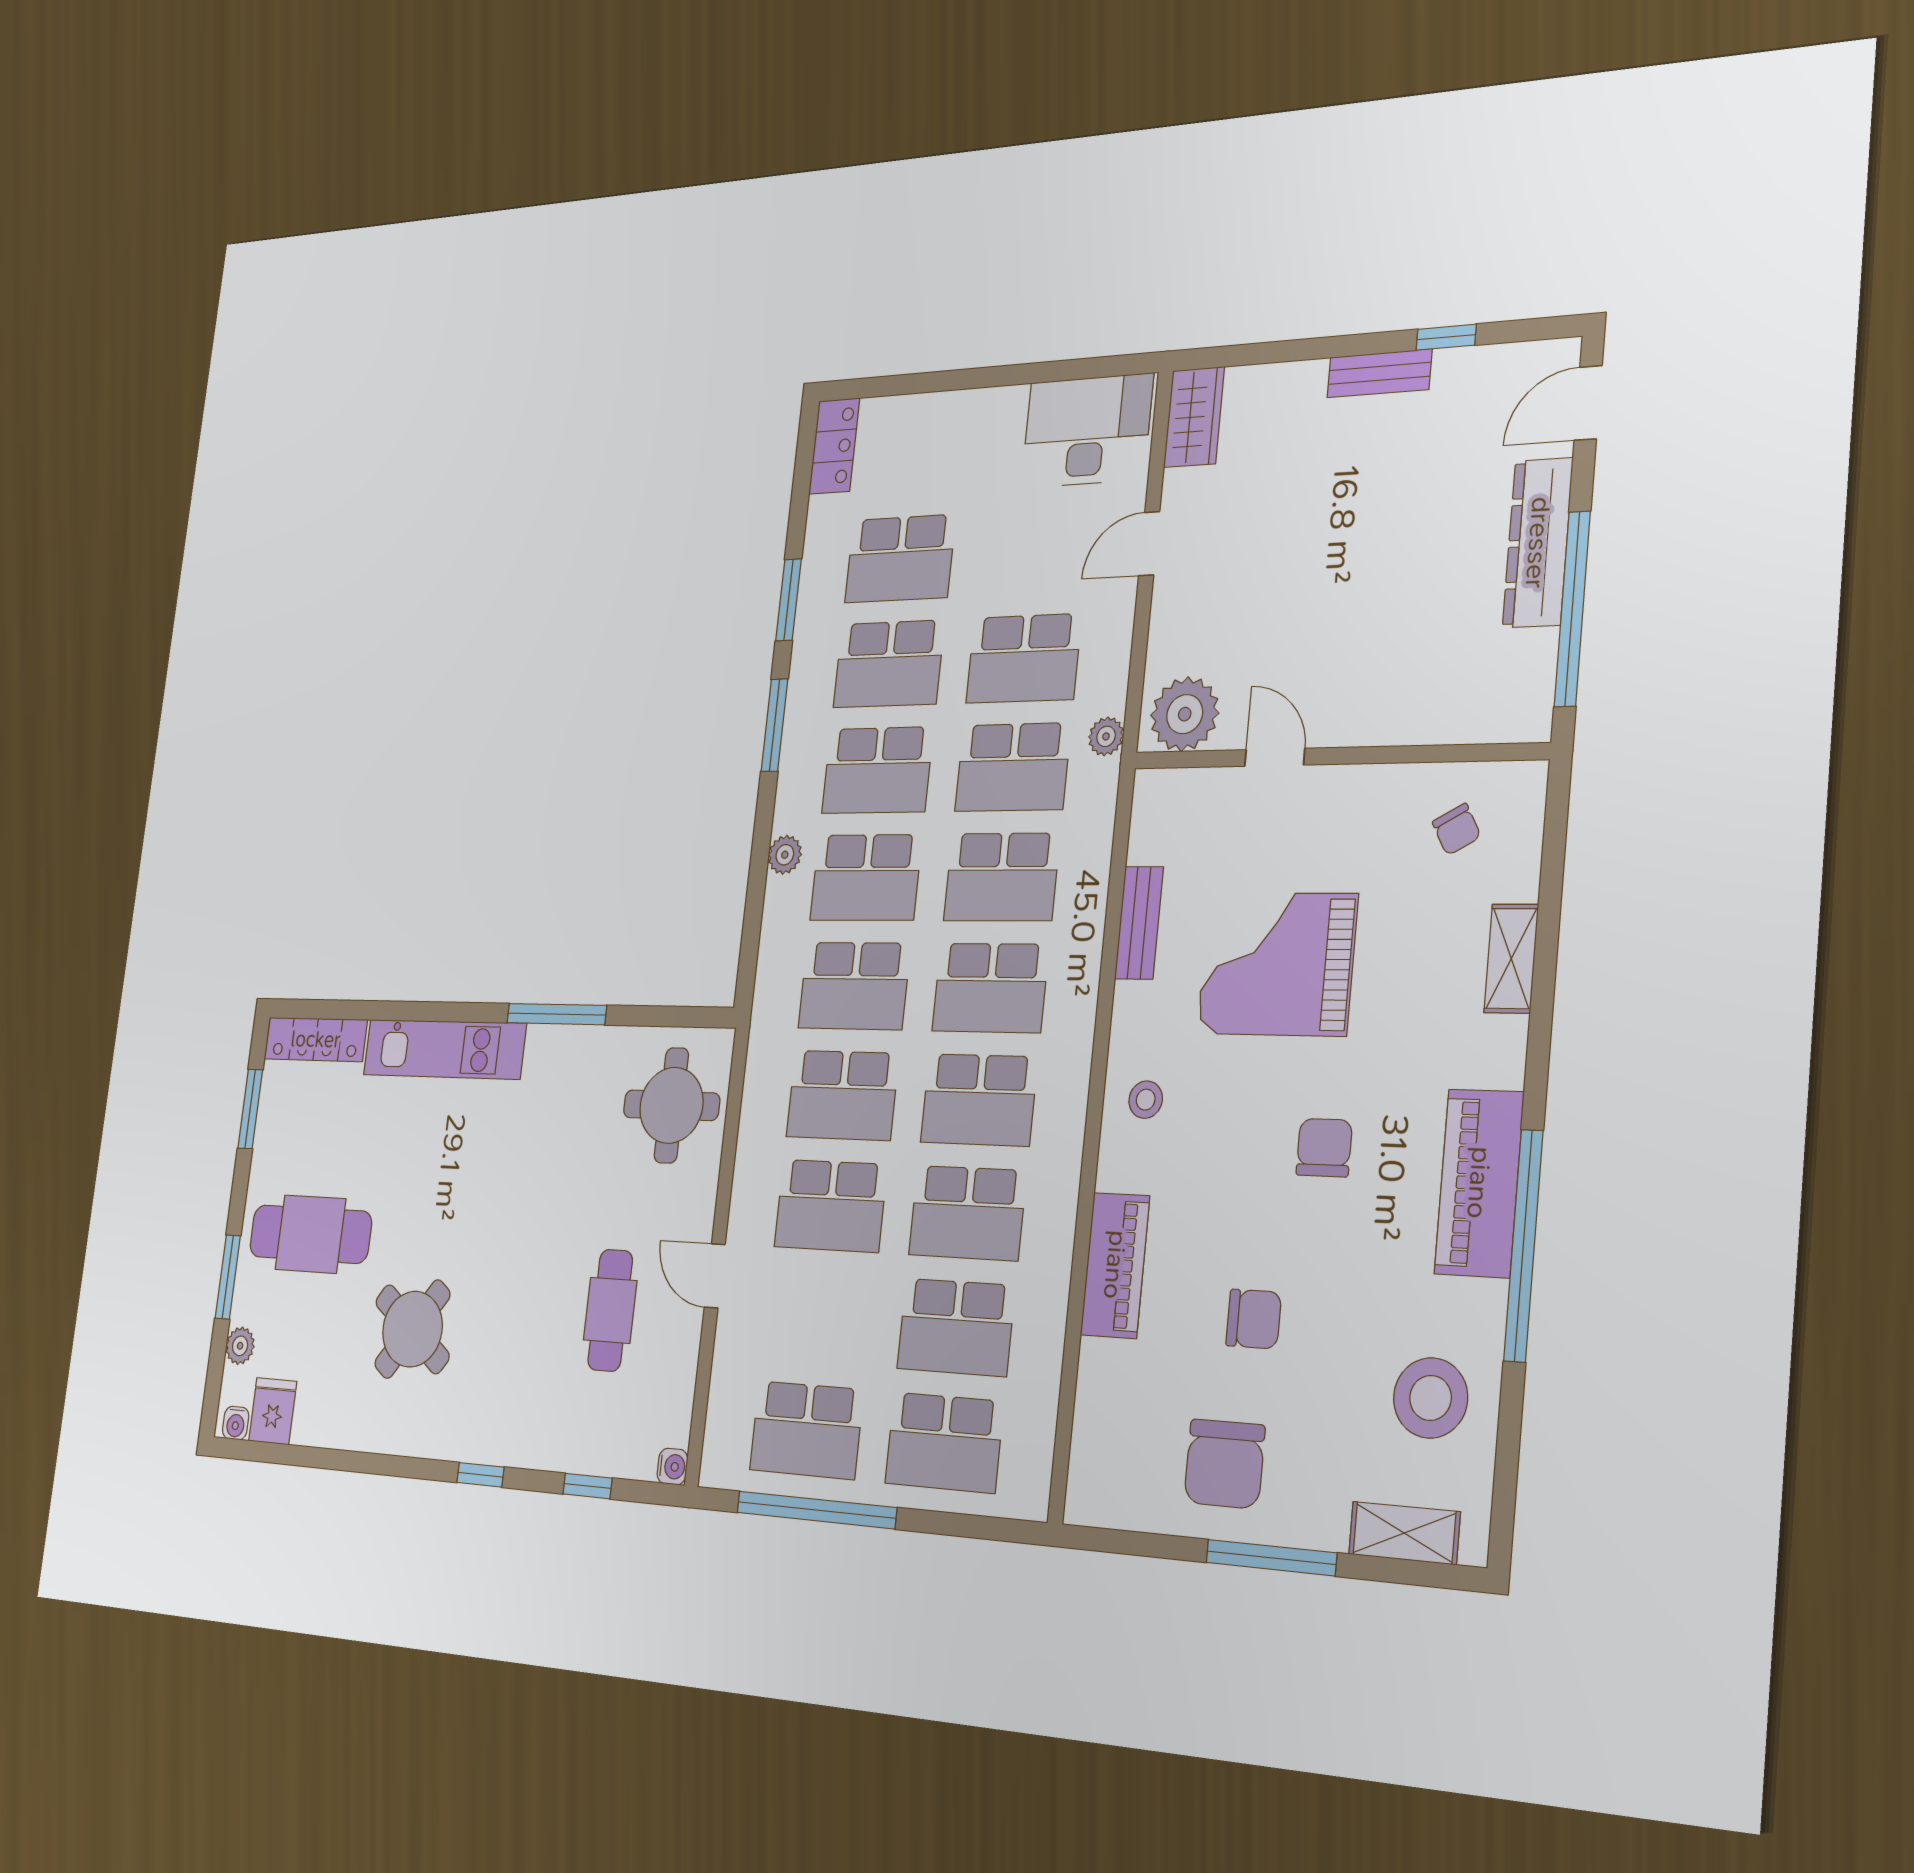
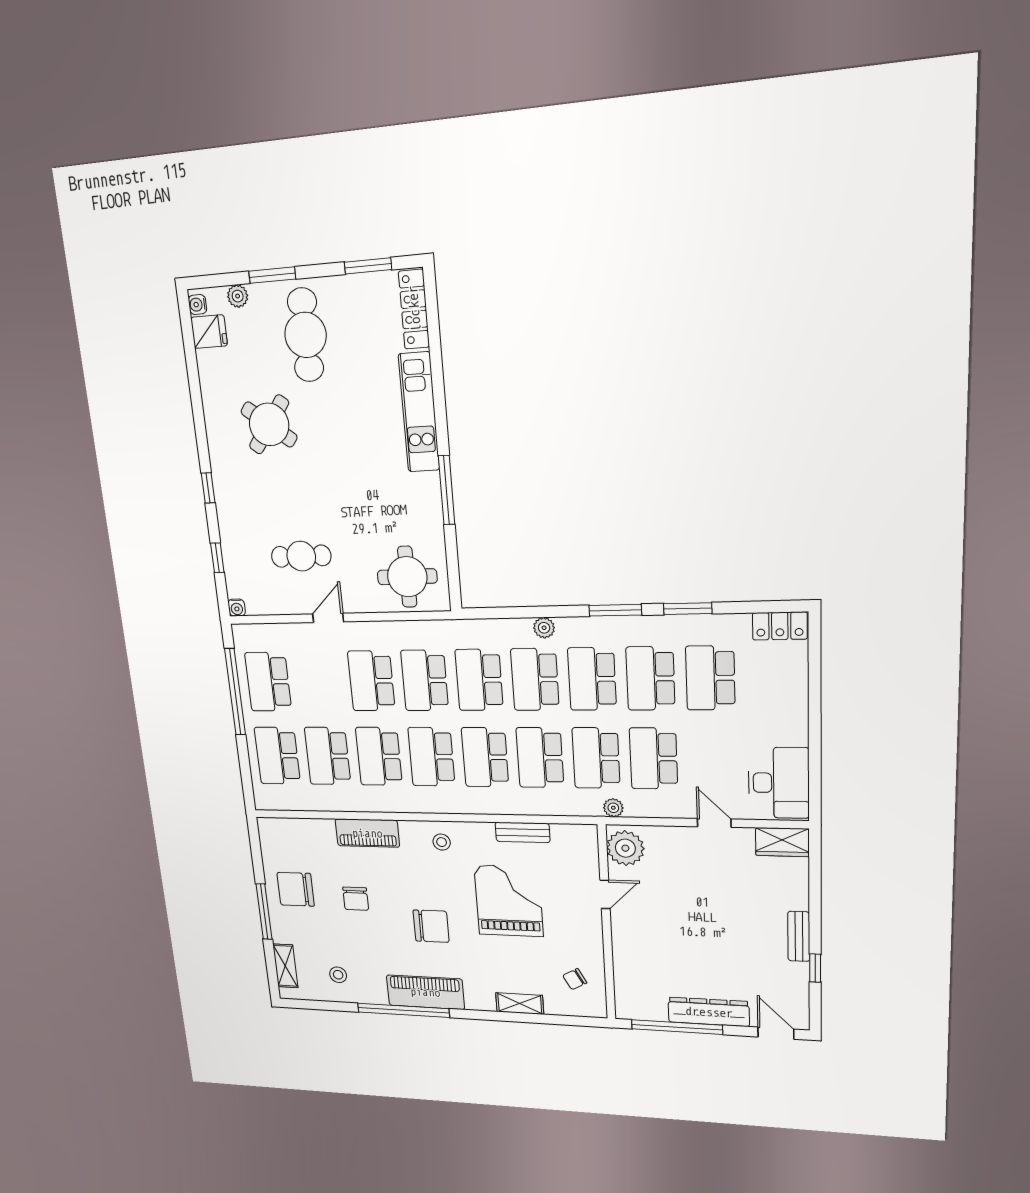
chair: (1324, 1148) -> (431, 926), width x1.37, depth x1.37
stool: (1431, 1398) -> (338, 975), width x0.53, depth x0.53

